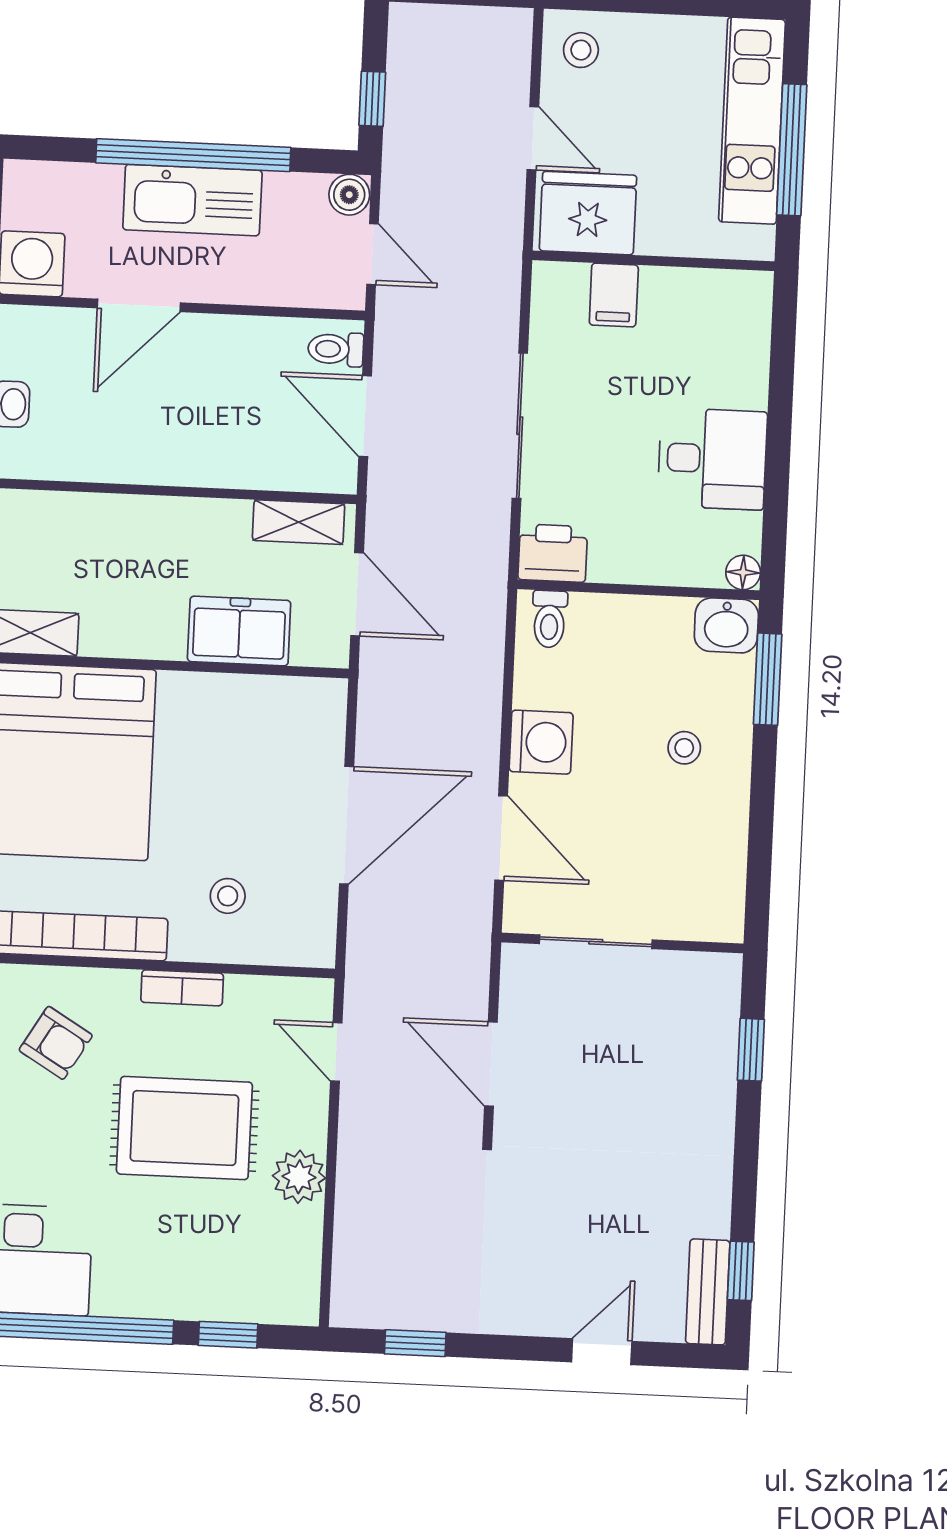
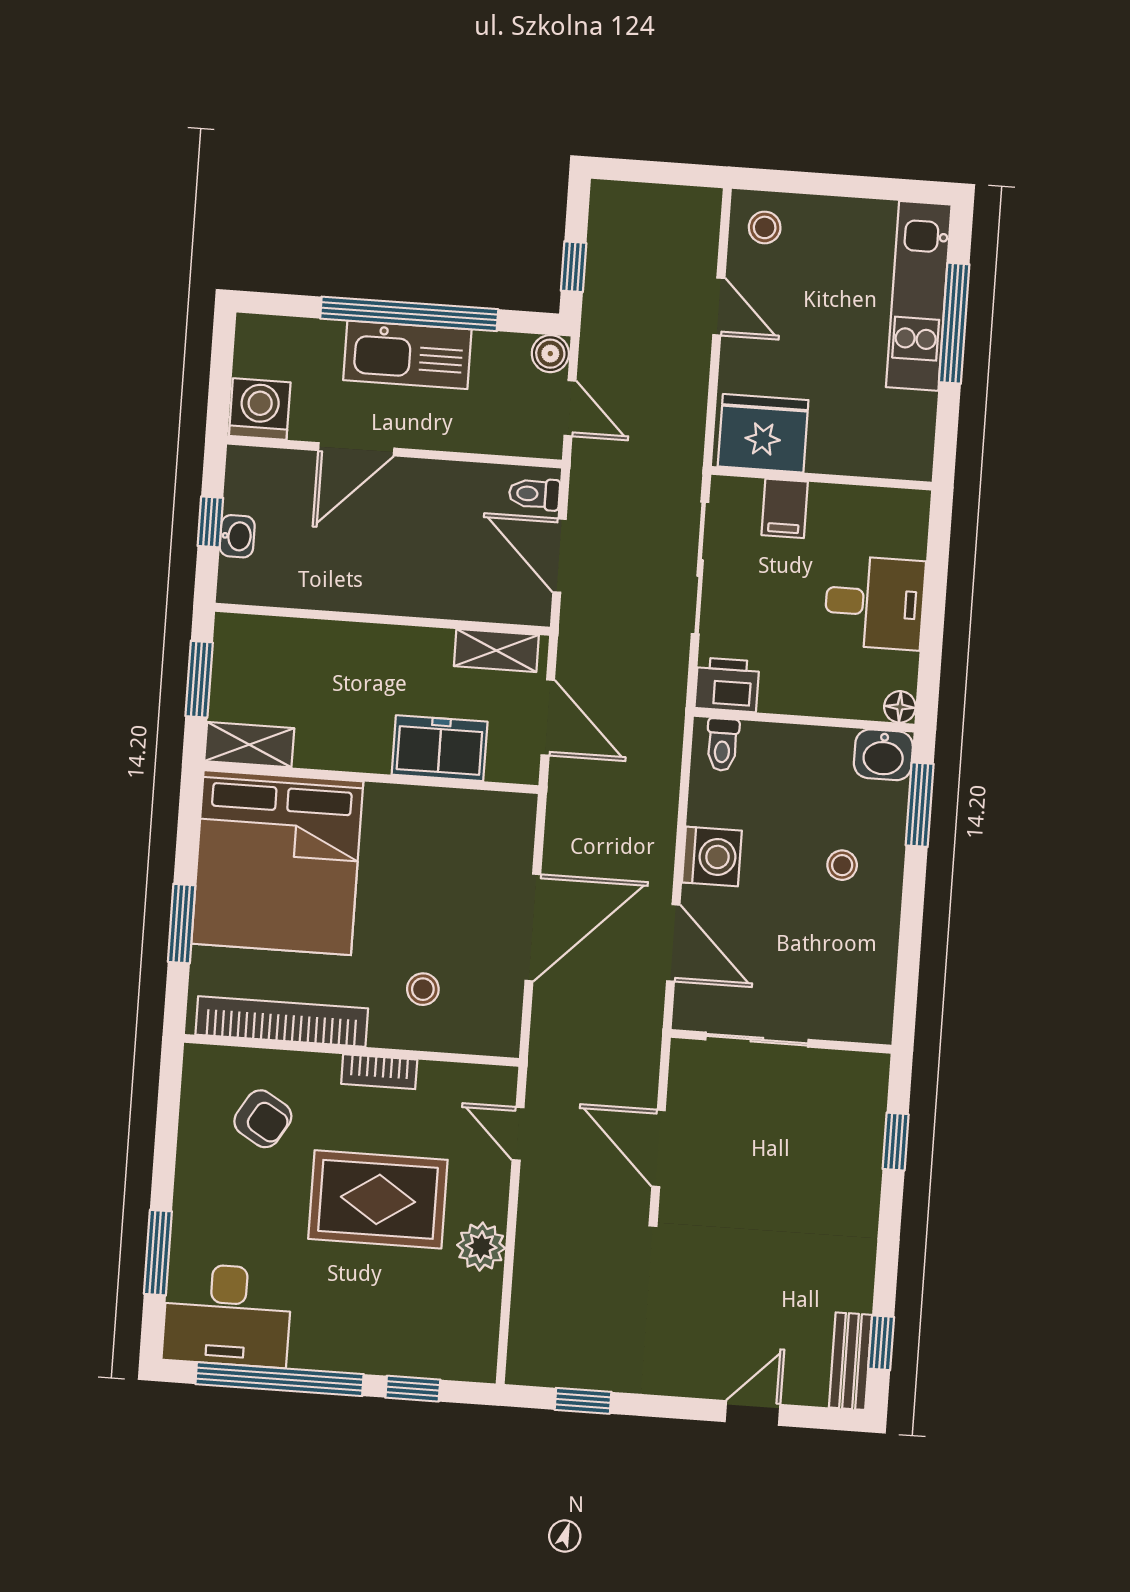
fridge: (588, 213) -> (763, 433), moved
wall: (653, 261) -> (821, 478), moved
filing cabinet: (614, 295) -> (785, 508), moved

